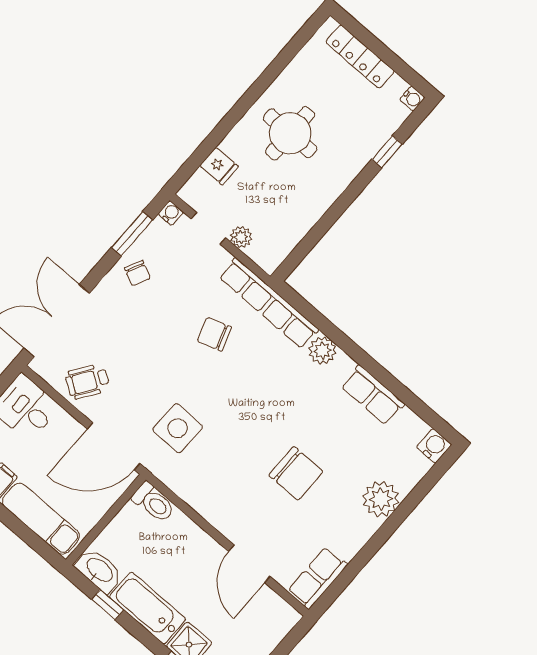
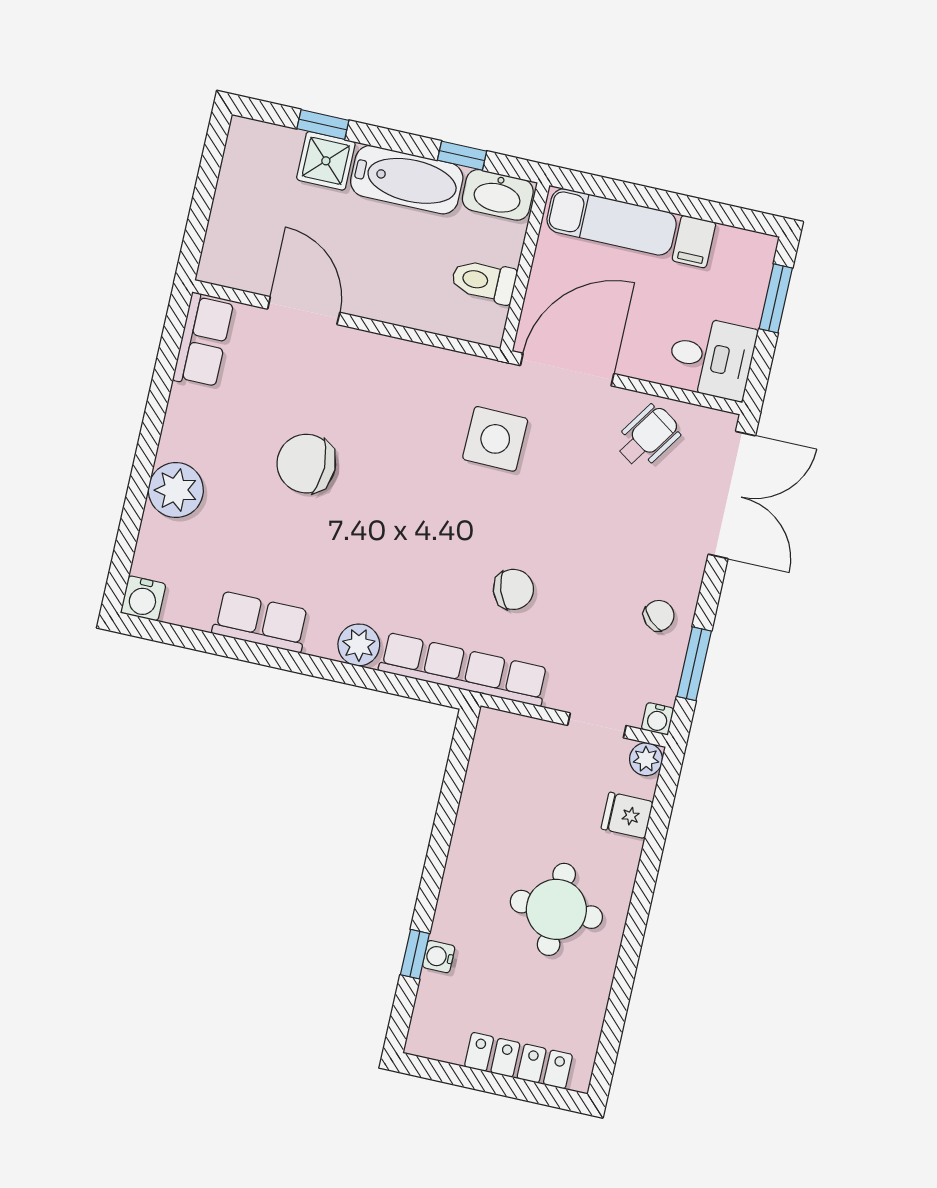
water cooler: (412, 99) -> (439, 957), moved
plant: (241, 237) -> (646, 759), moved
chair: (137, 273) -> (659, 616), turned 108
toilet: (153, 502) -> (484, 281), moved

